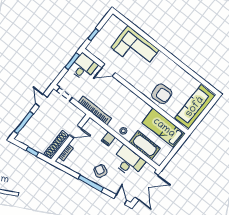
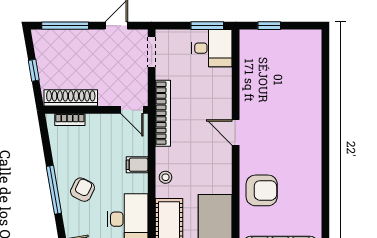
corner sofa: (135, 49) -> (296, 101), removed
door: (109, 70) -> (236, 132), moved
armchair: (162, 94) -> (262, 190), turned -86
door: (76, 132) -> (132, 110), moved

